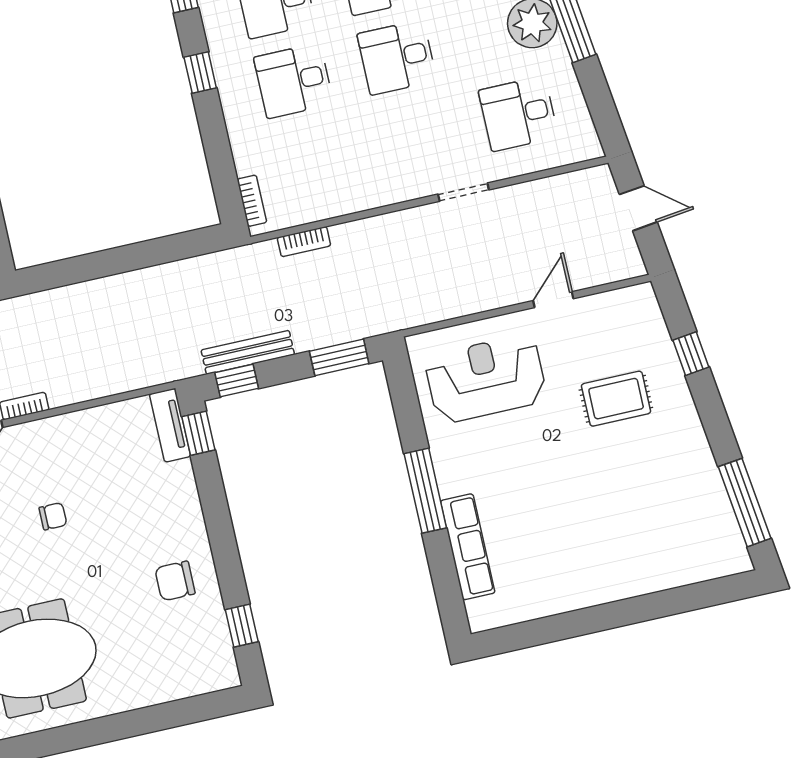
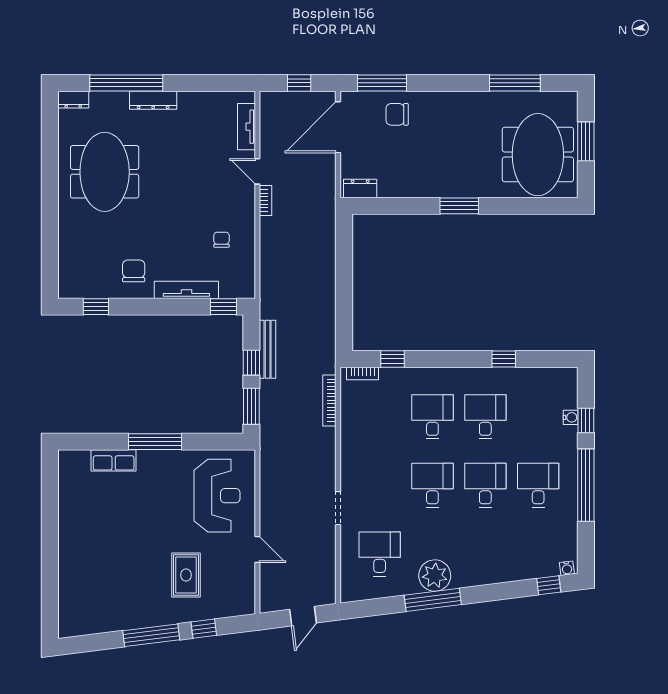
window: (200, 73) -> (393, 359), moved
bookcase: (304, 242) -> (329, 400), width x1.56
window: (237, 381) -> (251, 363), moved
tv unit: (170, 425) -> (186, 290), moved, width x1.41
window: (745, 503) -> (151, 635), moved
chair: (53, 516) -> (221, 240), moved, turned 180
row of seats: (468, 547) -> (114, 460), width x0.68

